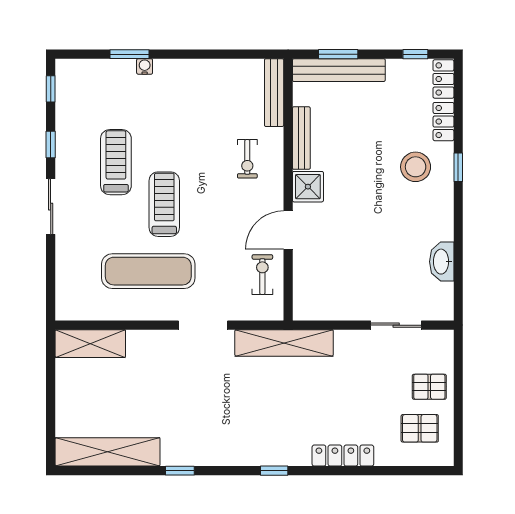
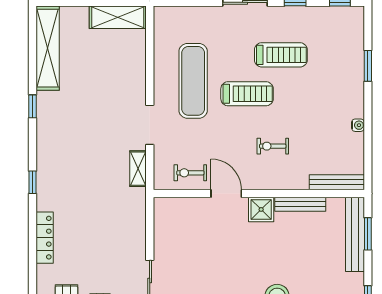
water cooler: (145, 66) -> (358, 125), moved
exercise bike: (247, 159) -> (273, 146), moved
exercise bike: (262, 275) -> (190, 173), turned 180
shelving: (284, 343) -> (138, 169), width x0.45, depth x0.75
shelving: (90, 344) -> (118, 17), moved, turned 90

